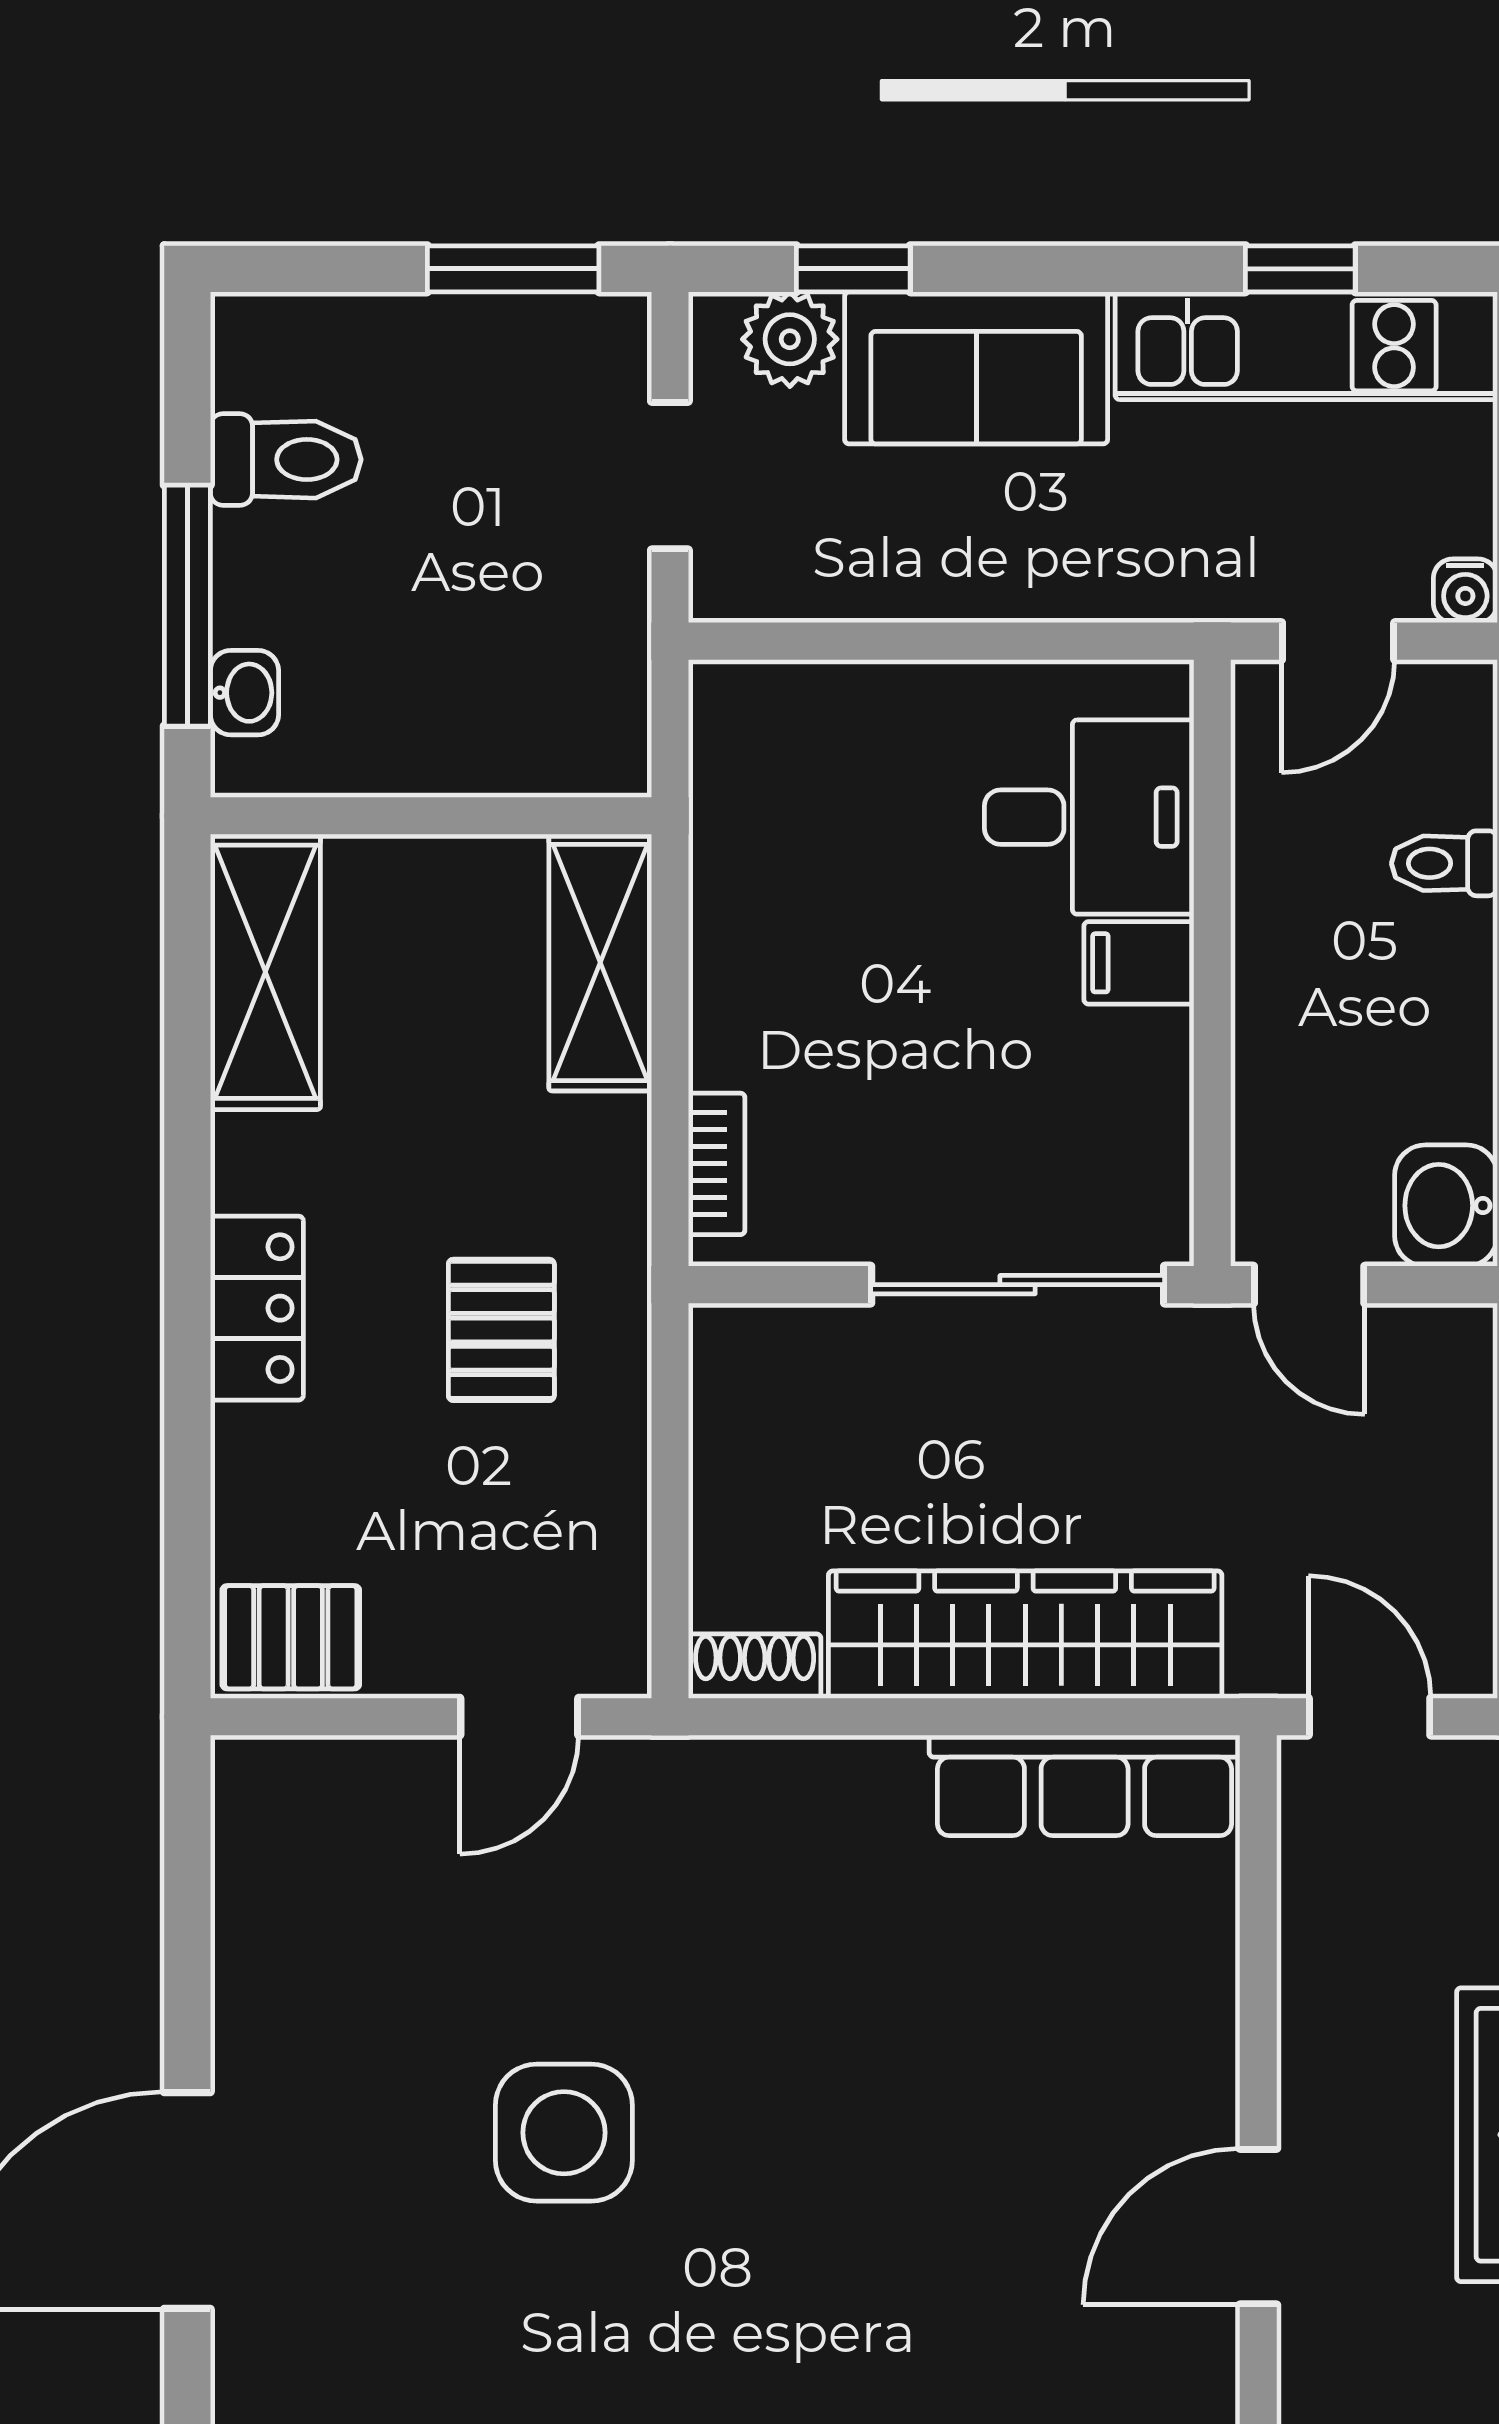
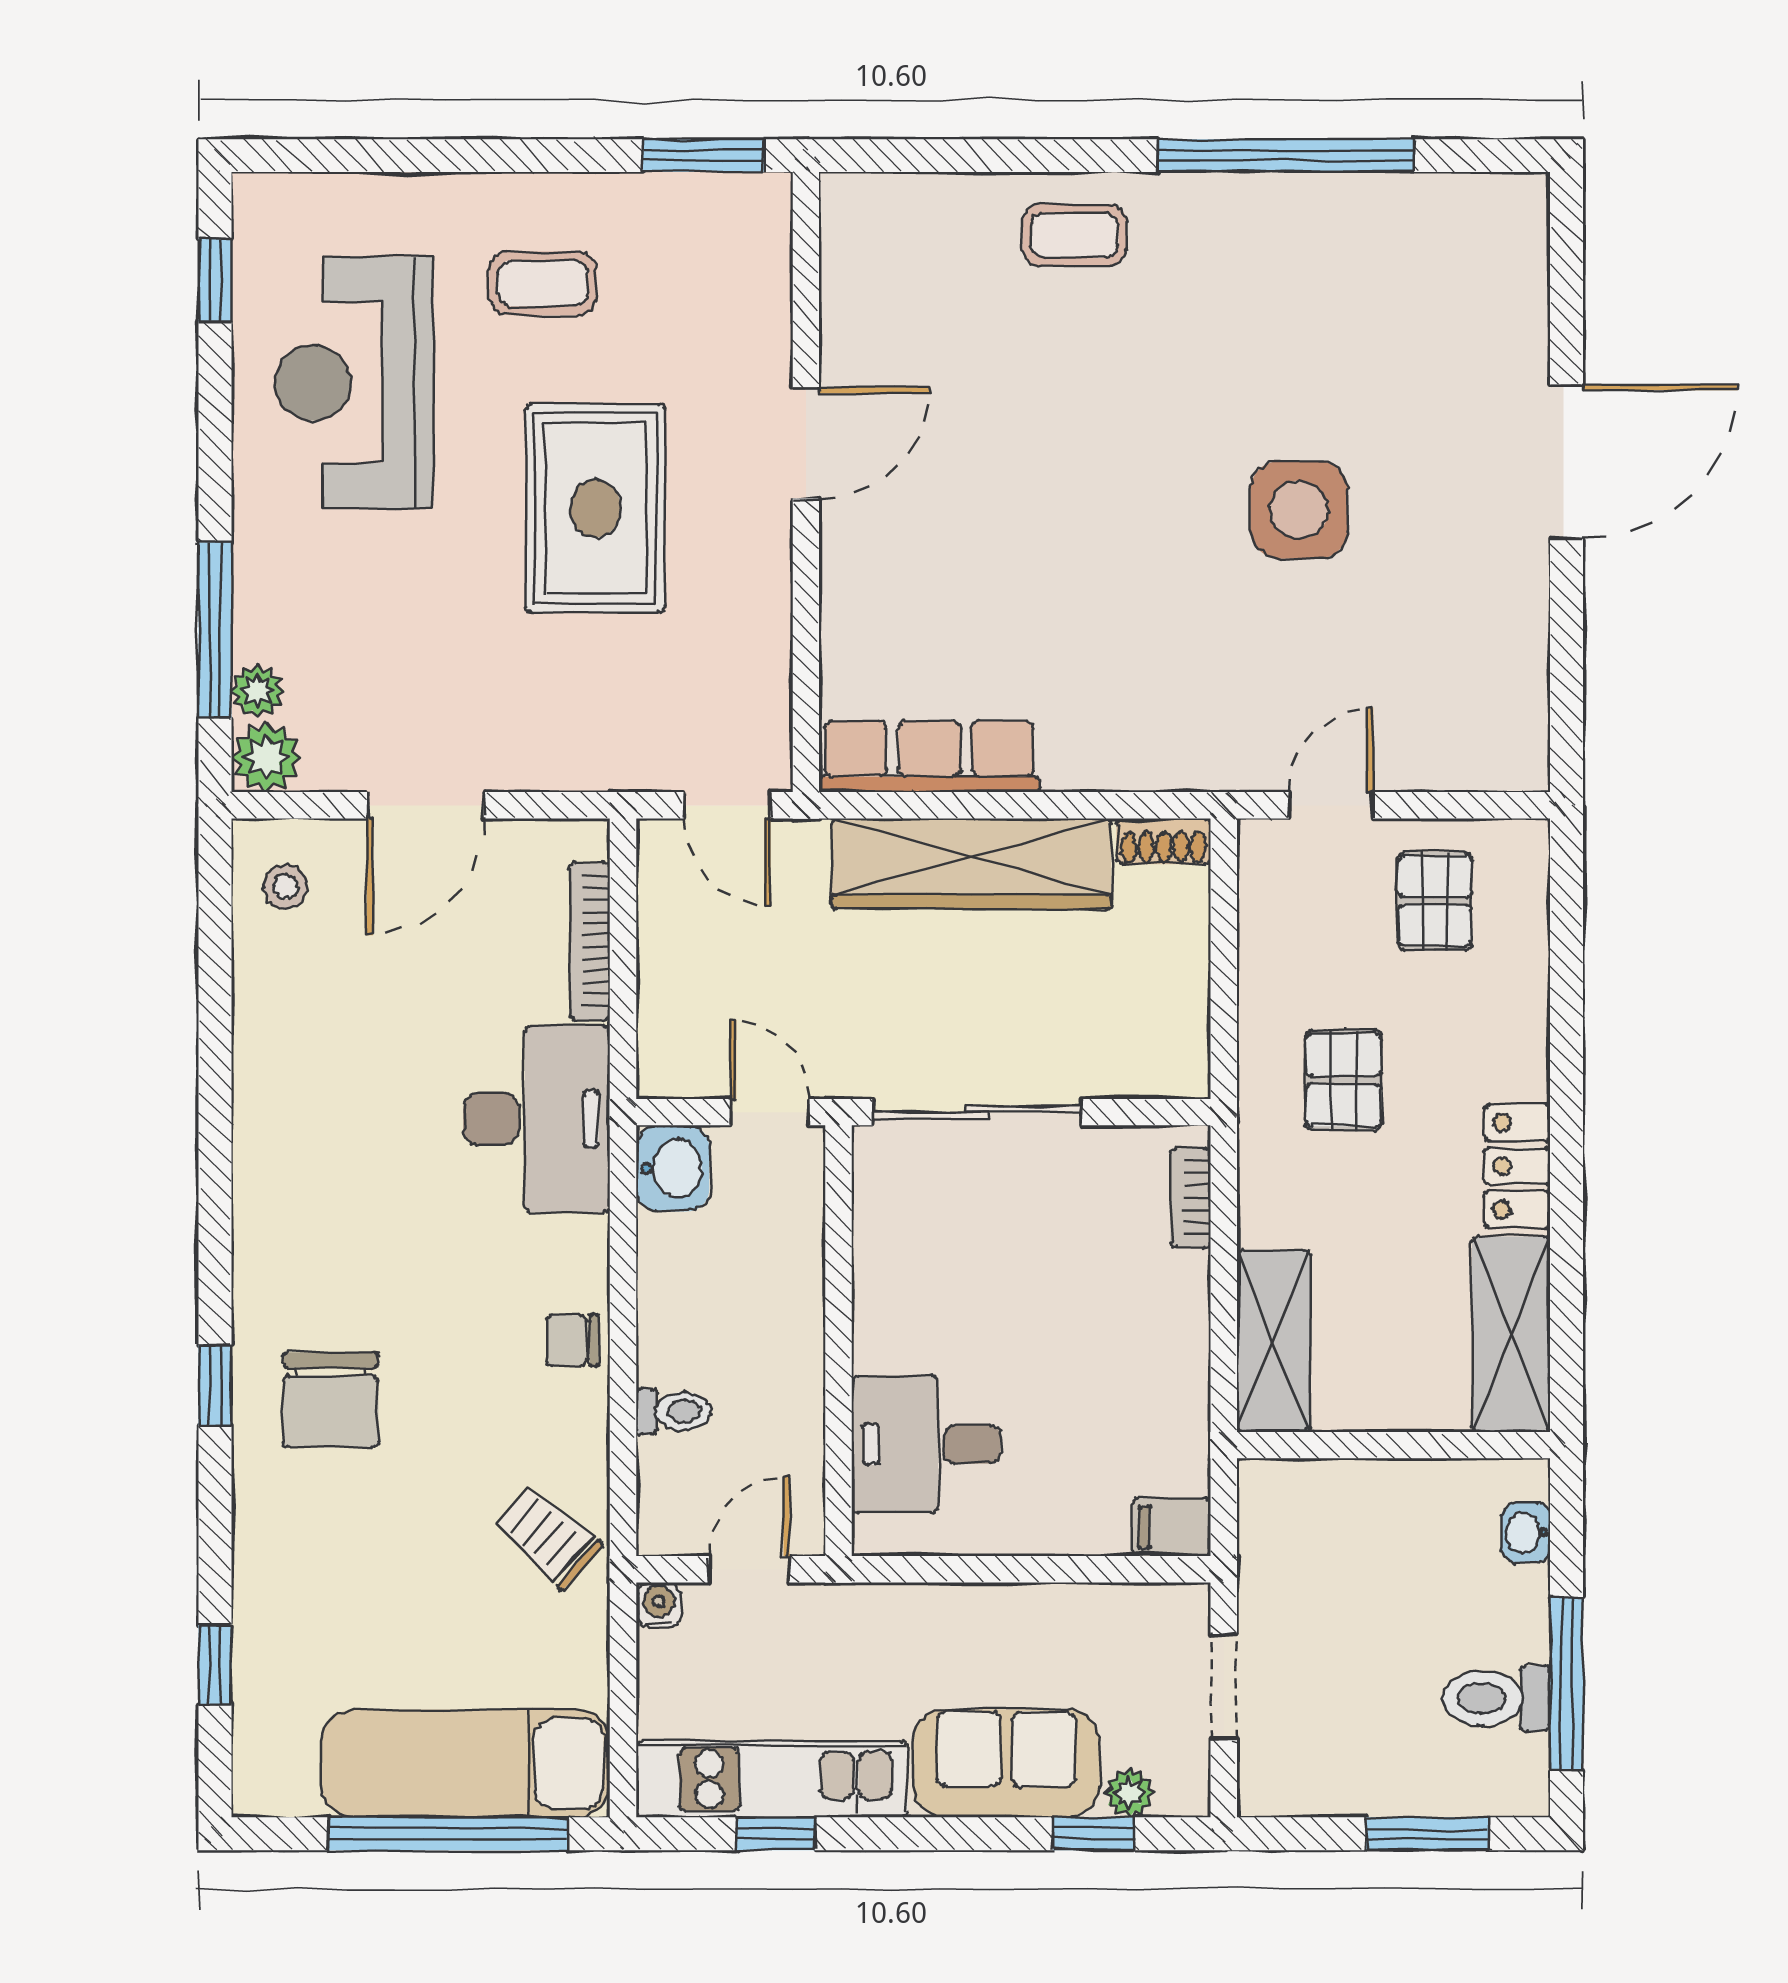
window: (513, 269) -> (1428, 1834), moved
plant: (790, 339) -> (1129, 1793), width x0.73, depth x0.73
window: (187, 606) -> (1567, 1683), moved
filing cabinet: (1139, 963) -> (1172, 1527), moved, turned 180
locker: (257, 1308) -> (1517, 1166), moved
pallet: (291, 1637) -> (1435, 901), moved, turned 90

